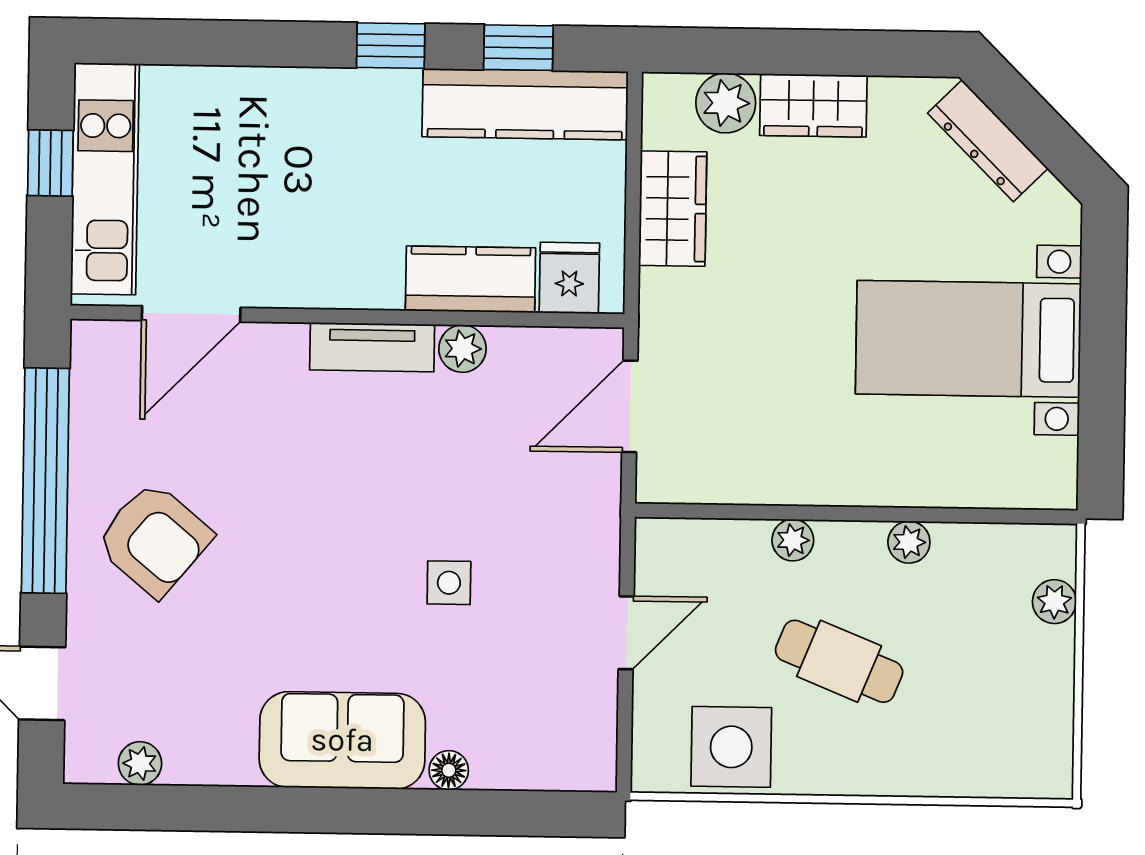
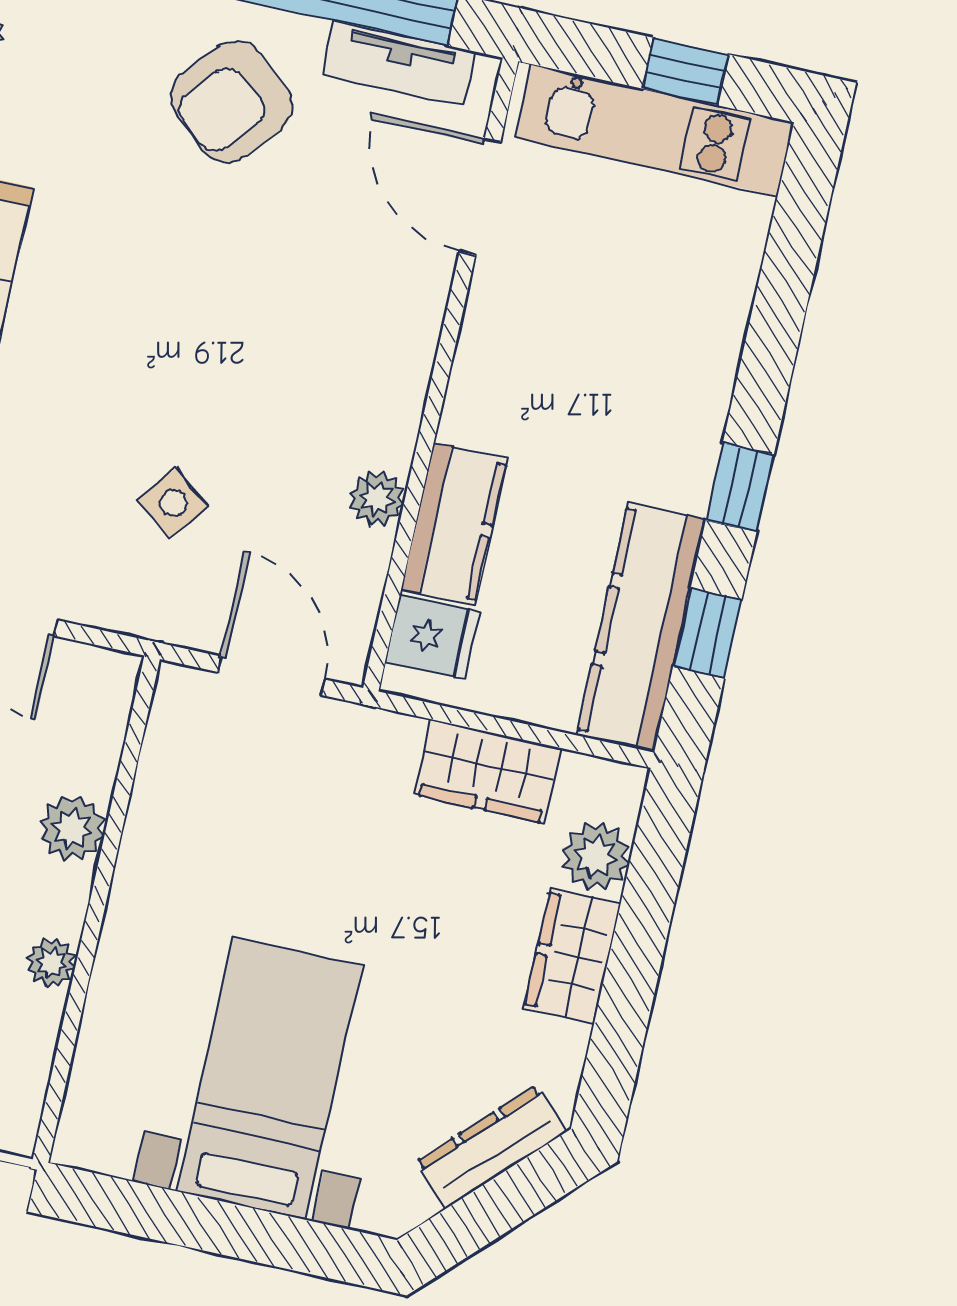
tv unit: (372, 347) -> (399, 63), moved, turned -90
plant: (793, 540) -> (72, 829), width x1.38, depth x1.38
side table: (449, 583) -> (173, 503), moved, turned 38

